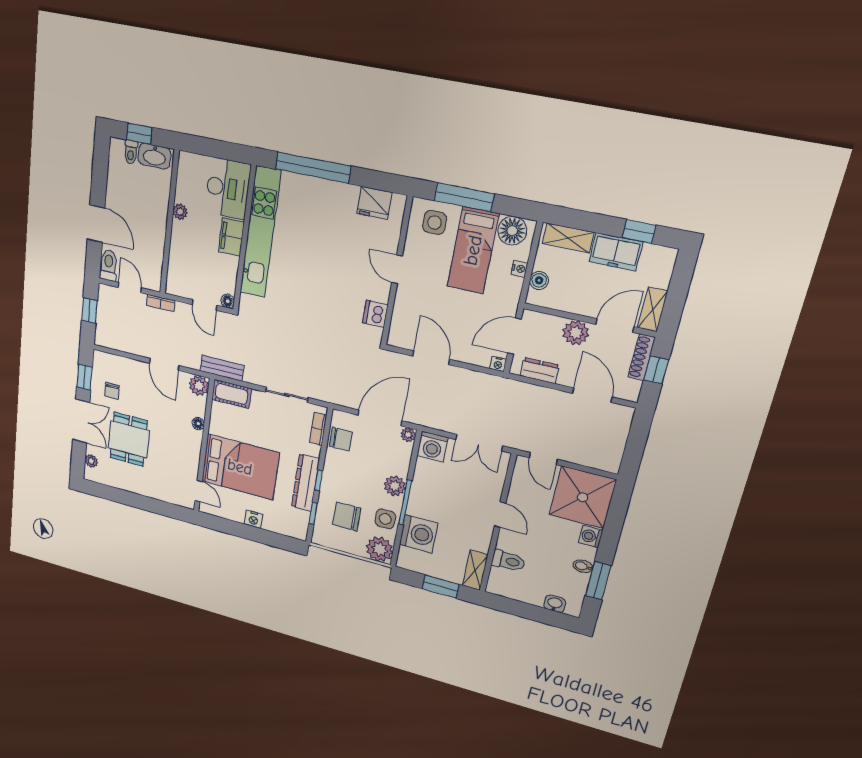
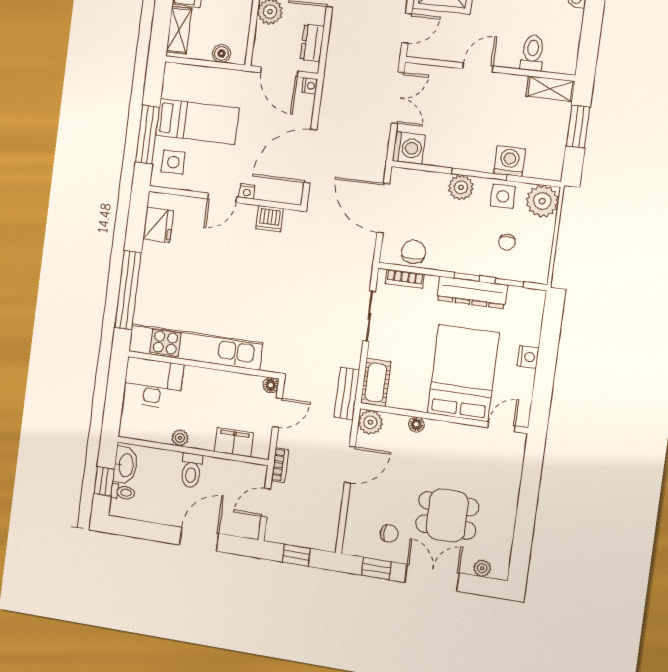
floor lamp: (512, 231) -> (176, 85), removed
filing cabinet: (231, 237) -> (234, 442), moved, turned 180
toilet: (108, 265) -> (191, 470), moved, turned -90
nightstand: (519, 269) -> (247, 191), moved, turned 180
door: (431, 358) -> (310, 156), width x1.36
plant: (408, 435) -> (399, 176), removed
chair: (347, 517) -> (507, 242), width x0.54, depth x0.54
washing machine: (419, 534) -> (509, 161), width x0.73, depth x0.73

